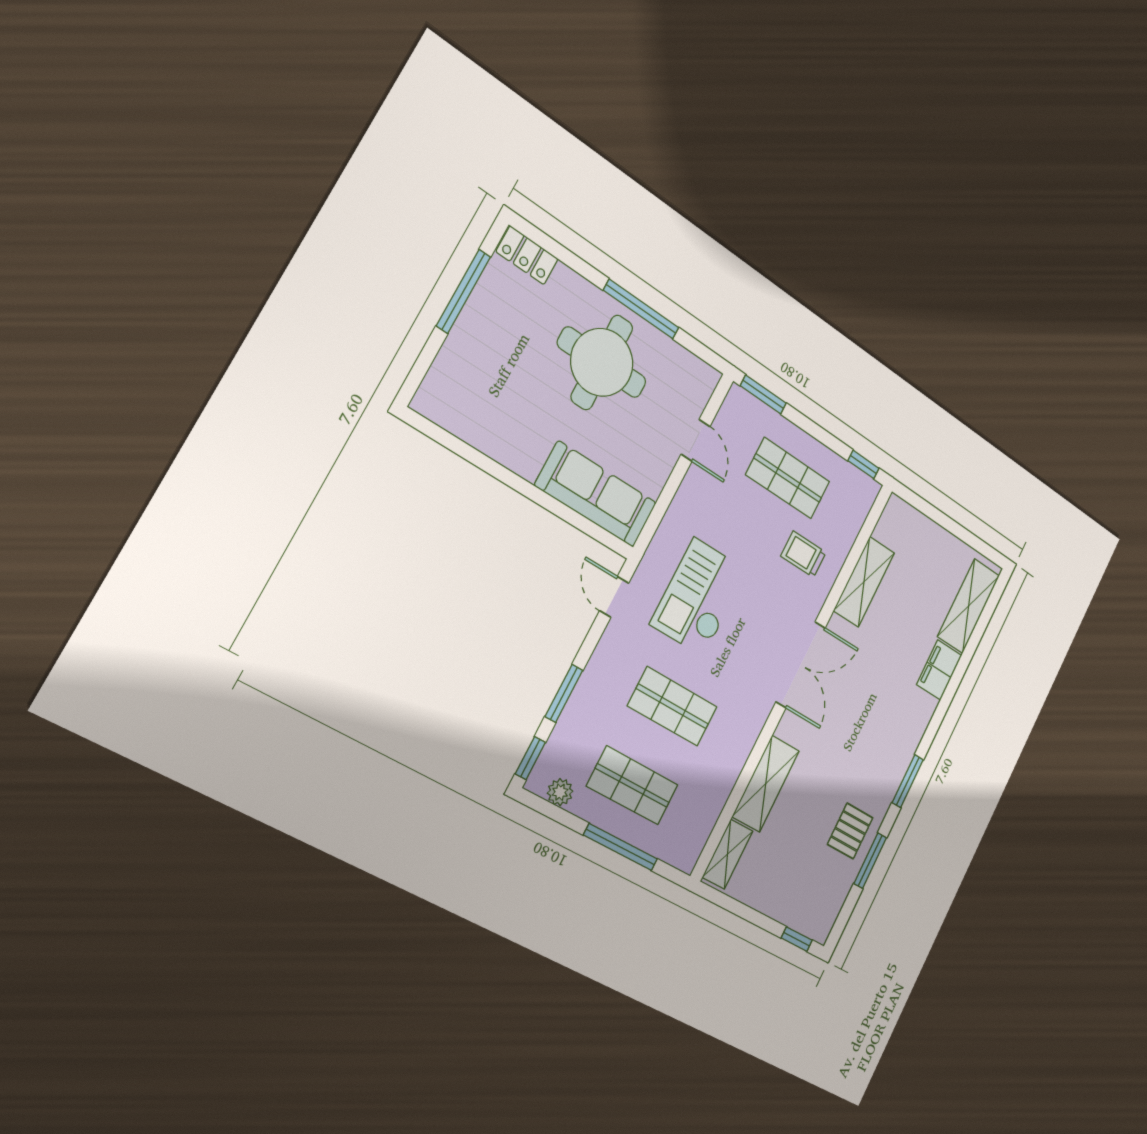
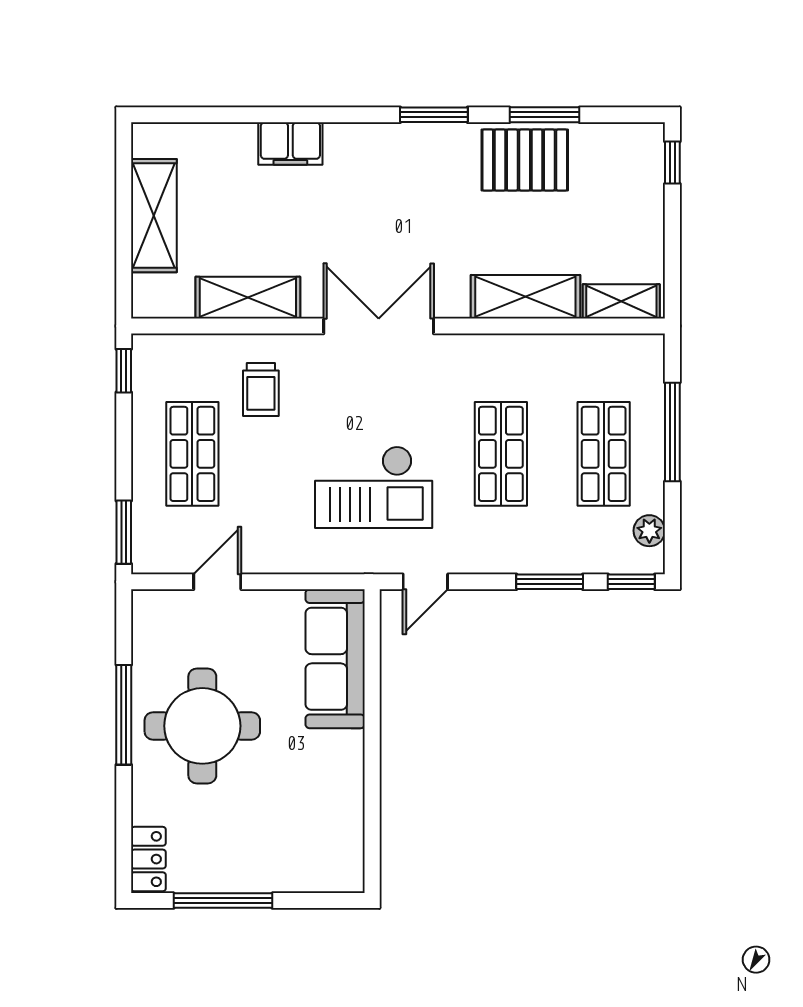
shelving: (969, 606) -> (154, 216), moved, turned 90
pallet: (850, 831) -> (525, 160), width x1.50, depth x1.42

